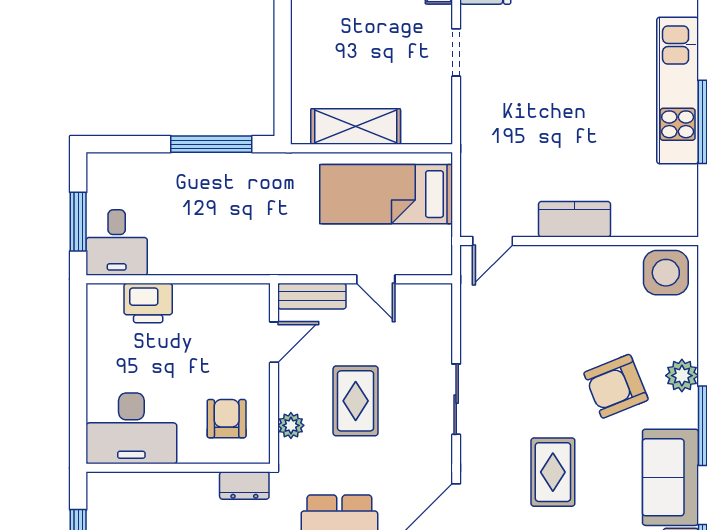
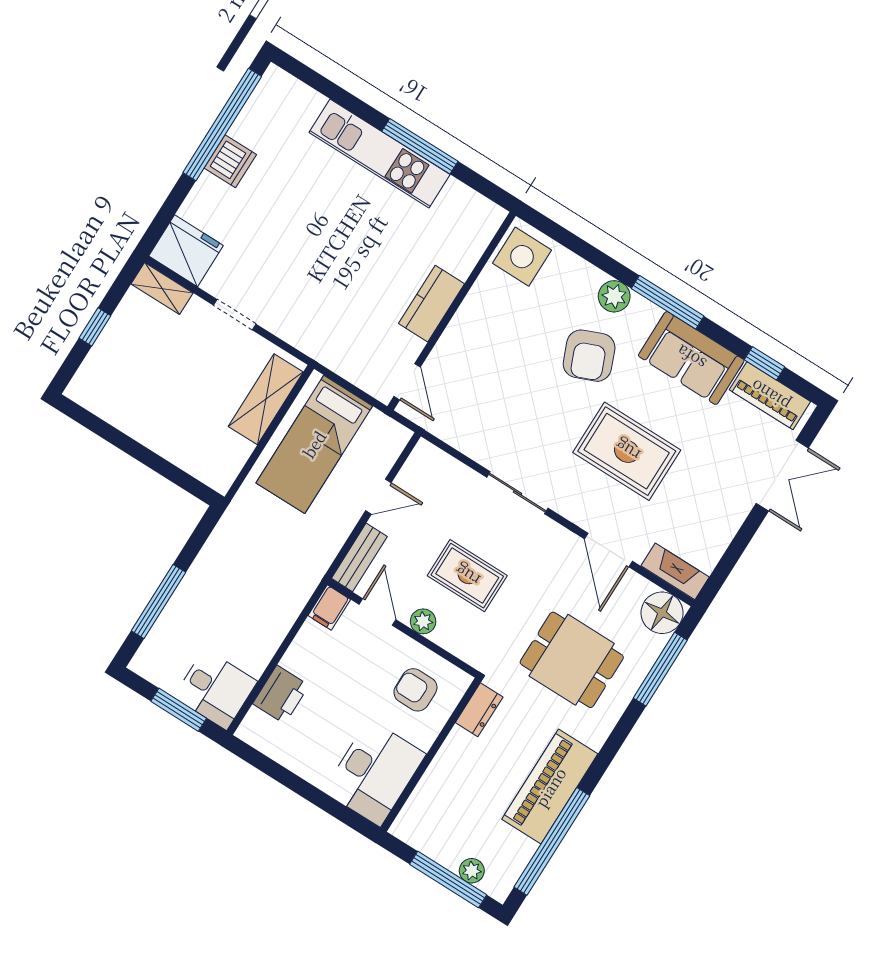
shelving: (356, 127) -> (266, 399), moved
window: (211, 144) -> (158, 601), moved
filing cabinet: (251, 297) -> (329, 608), added
plant: (291, 425) -> (423, 621), moved
rug: (553, 472) -> (627, 451), width x1.36, depth x1.43

